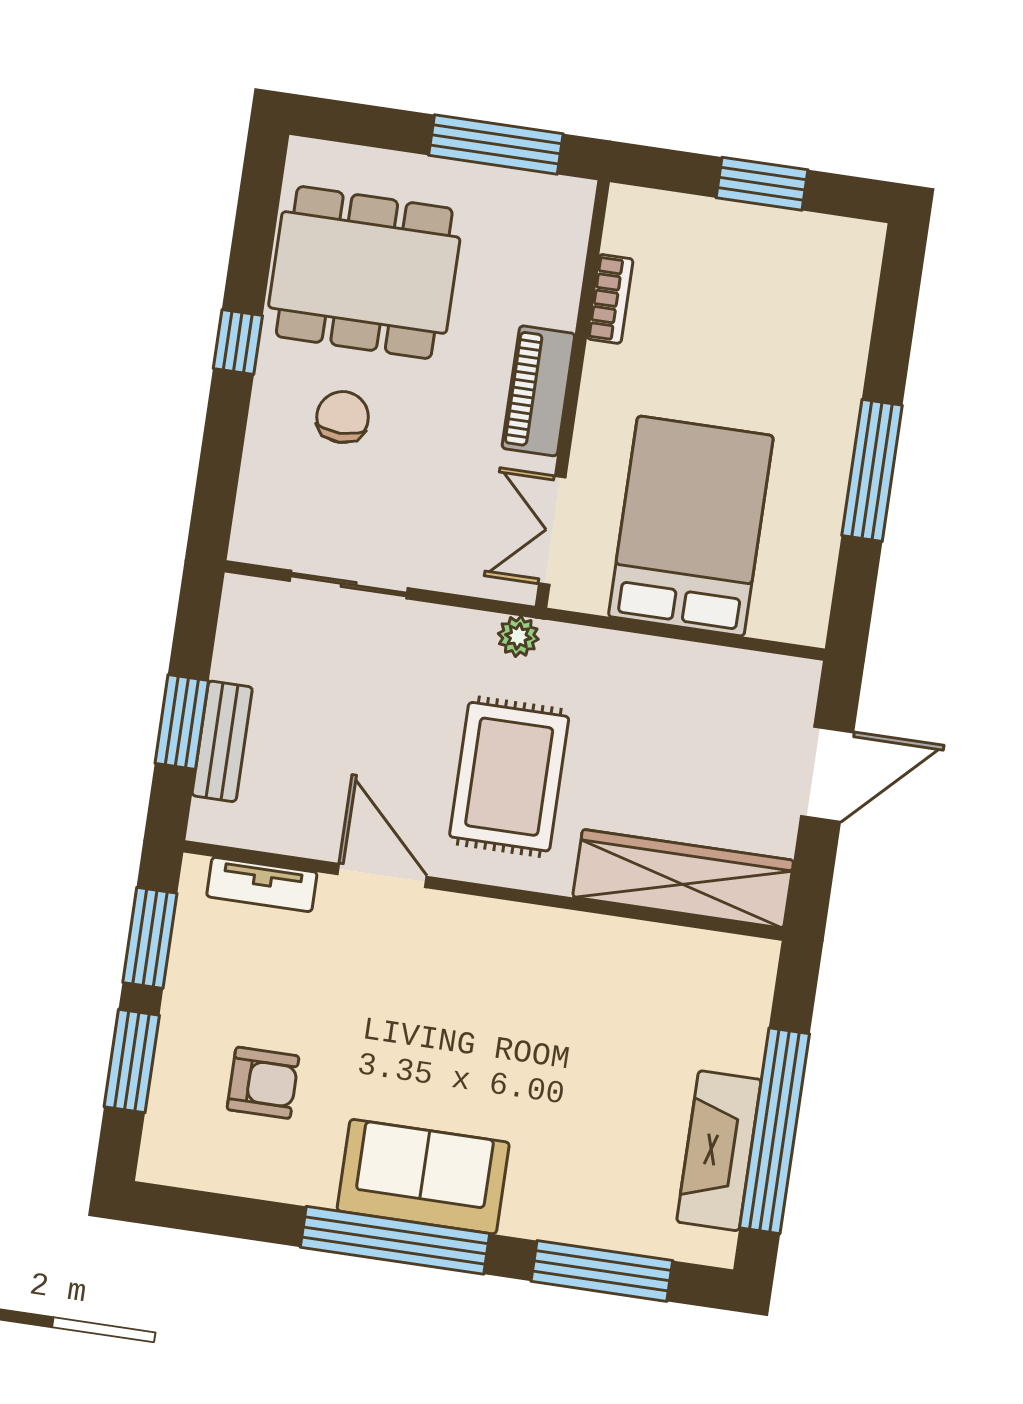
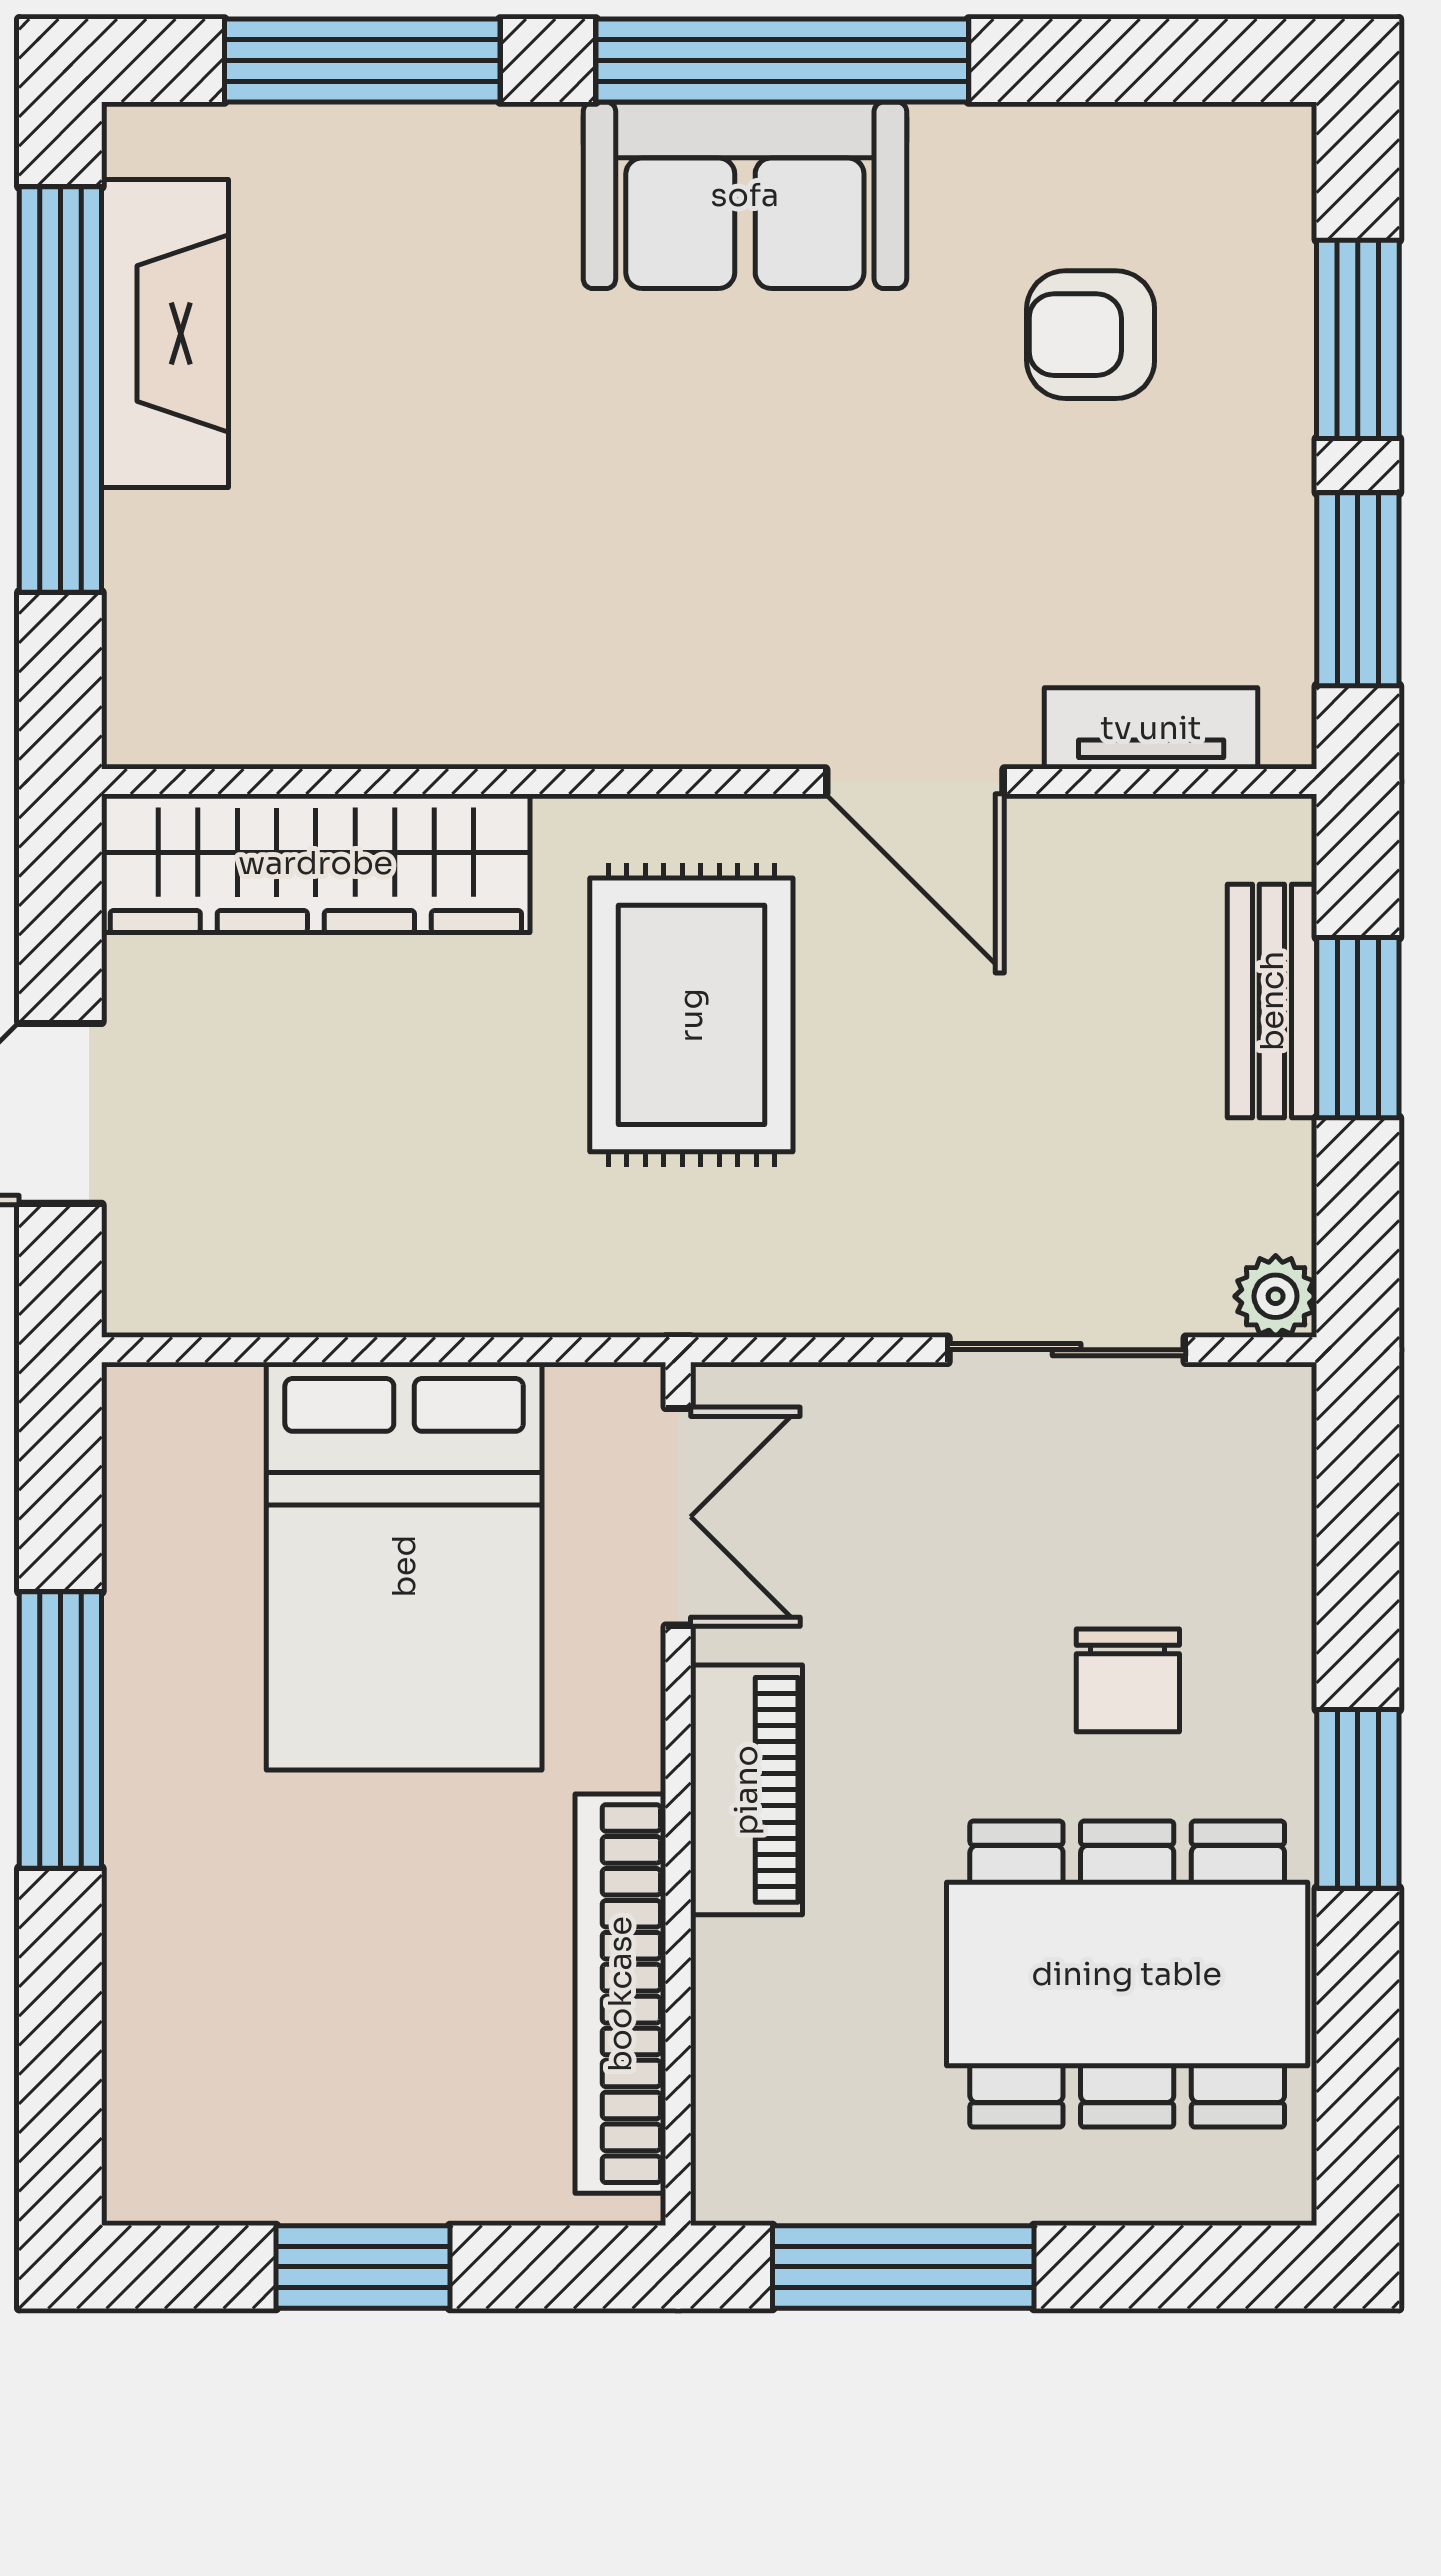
bookcase: (610, 299) -> (620, 1994), width x2.31, depth x1.31
window: (238, 342) -> (1358, 1799), width x1.50
plant: (518, 636) -> (1276, 1296), moved

